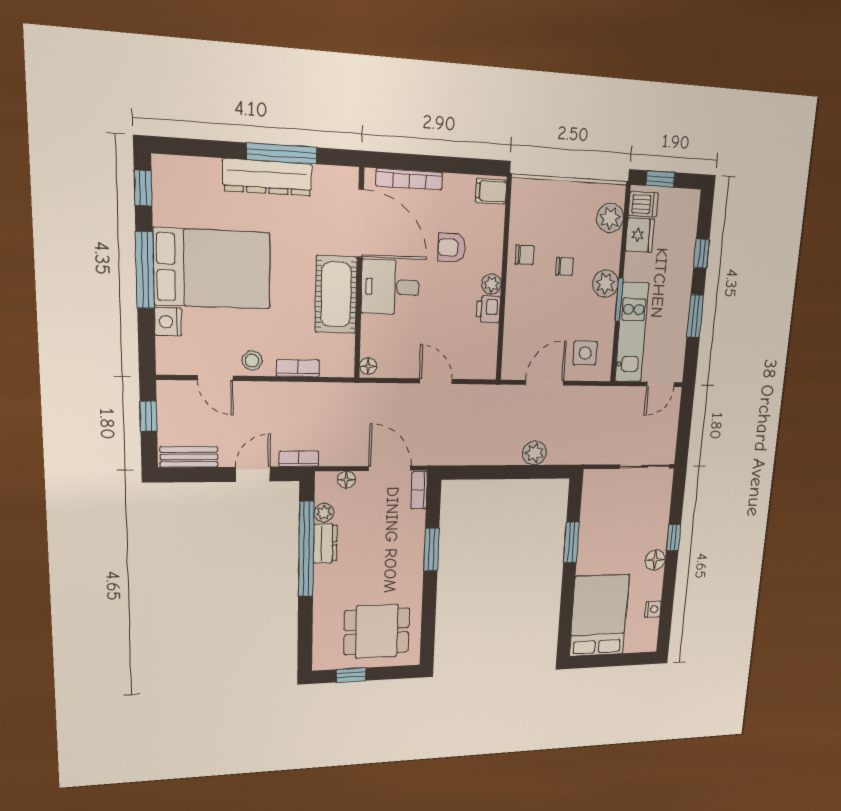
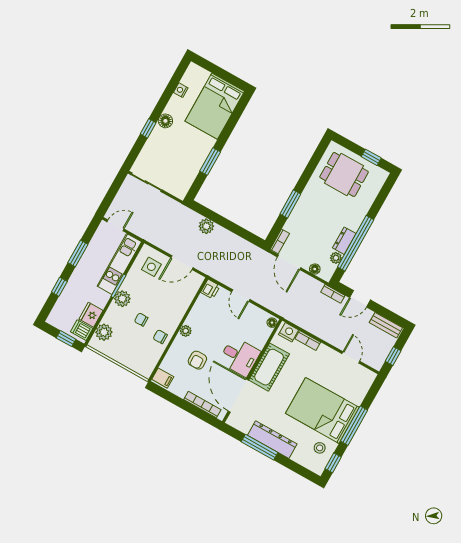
armchair: (452, 248) -> (197, 360), turned 90
printer: (488, 309) -> (210, 289), moved
nightstand: (168, 322) -> (289, 332), moved, turned -90
stool: (252, 360) -> (320, 448), moved

